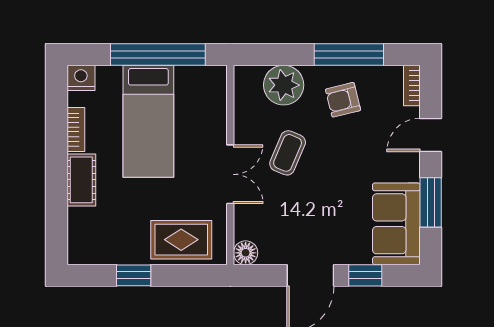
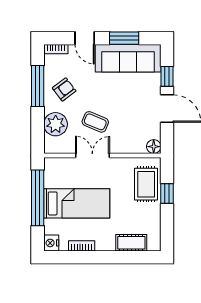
armchair: (343, 100) -> (64, 89), turned -113
double door: (230, 174) -> (92, 155), moved
cot: (81, 180) -> (131, 243), moved
sofa: (396, 224) -> (128, 58), width x1.36
window: (134, 275) -> (167, 194), moved

